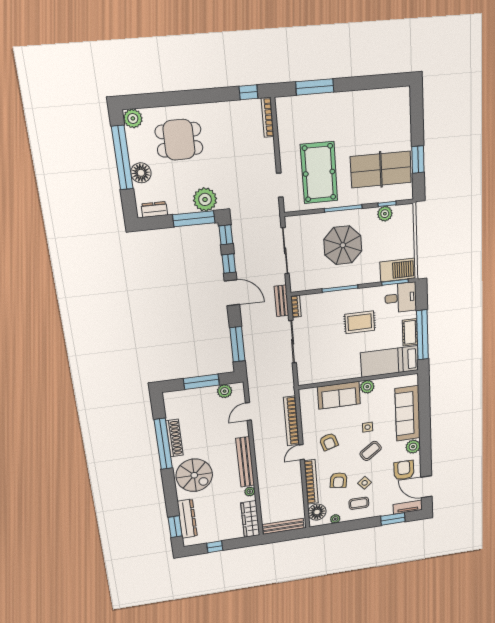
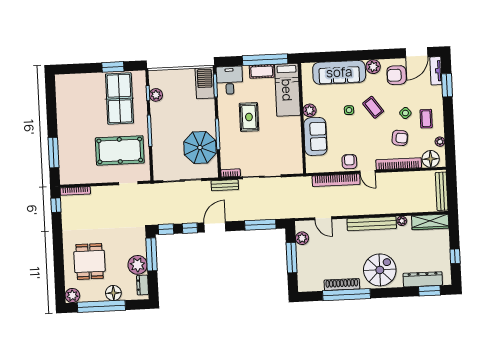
plant: (205, 199) -> (138, 265), moved
parasol: (343, 245) -> (200, 147), moved
armchair: (329, 442) -> (349, 162), moved, turned -73

